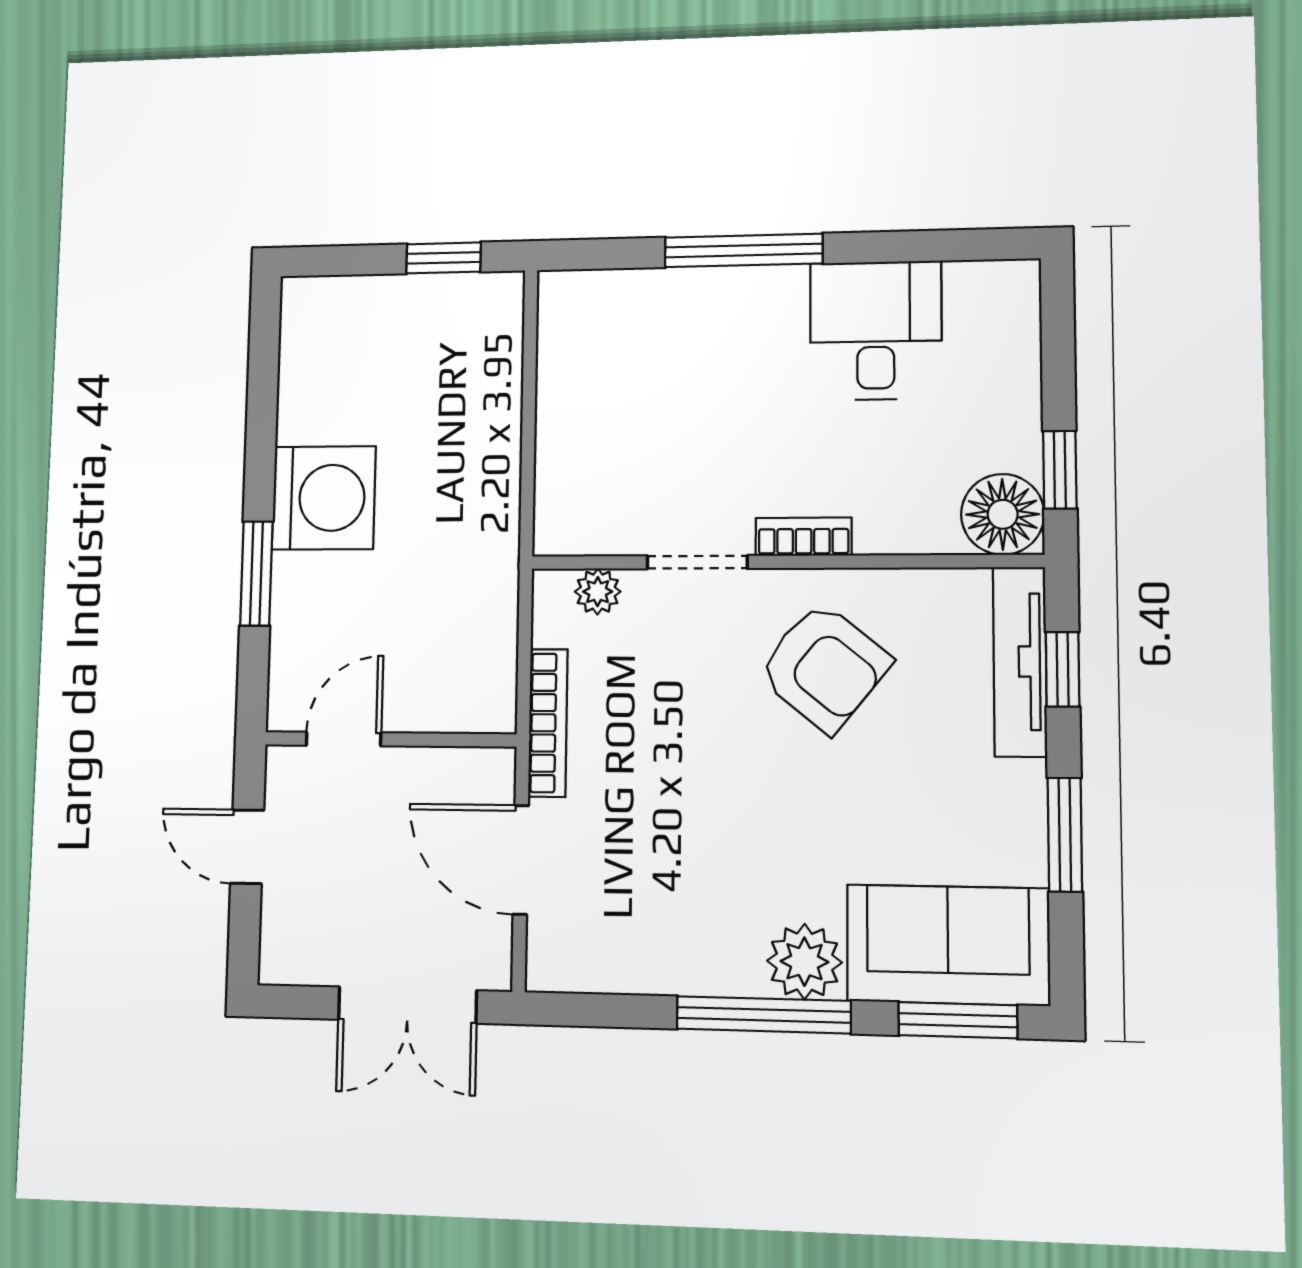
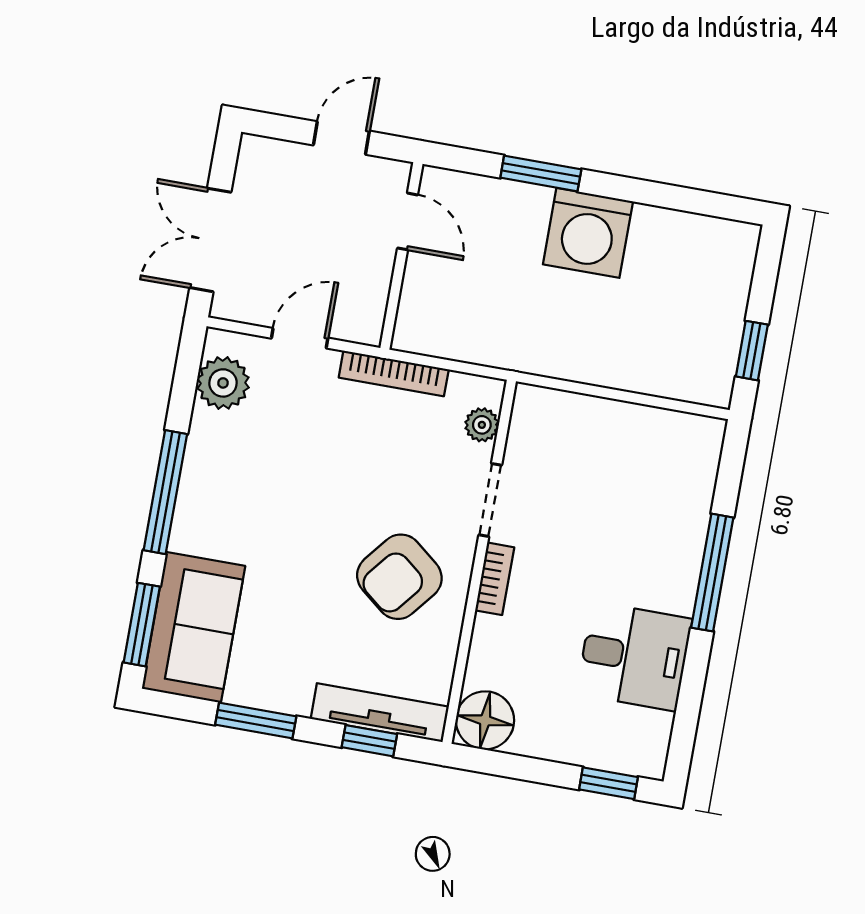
window: (1060, 470) -> (609, 783), moved
door: (521, 860) -> (300, 338), width x0.73
plant: (804, 962) -> (223, 383), moved

